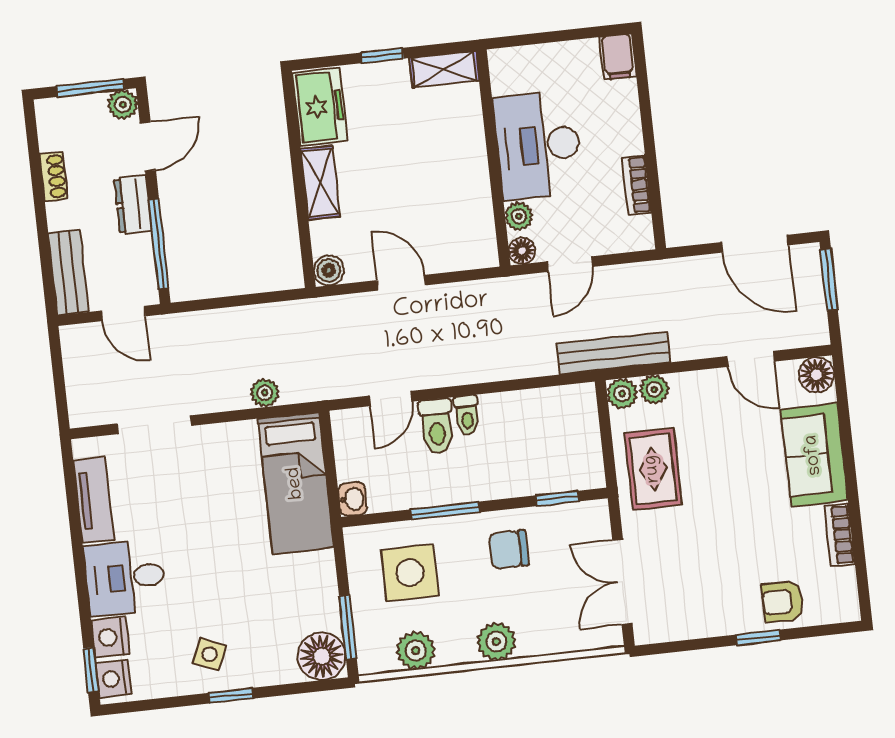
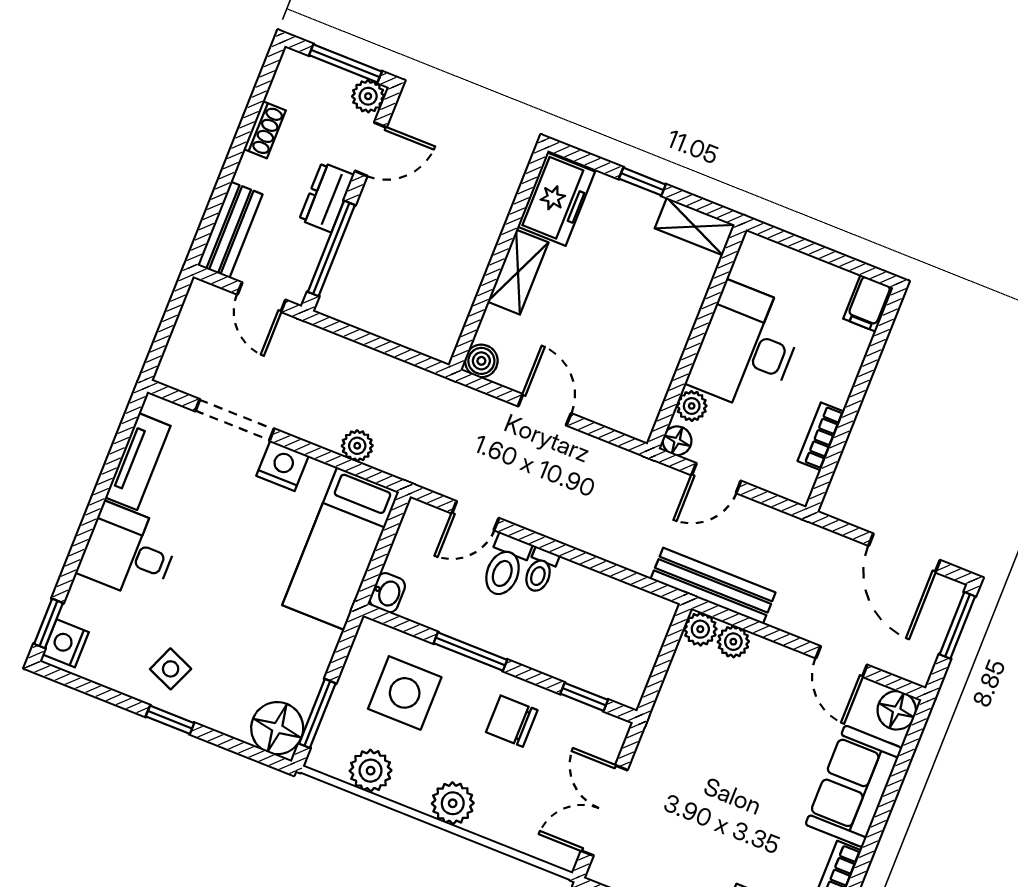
rug: (653, 469) -> (692, 718), removed
nightstand: (110, 637) -> (283, 466), moved, turned 90

